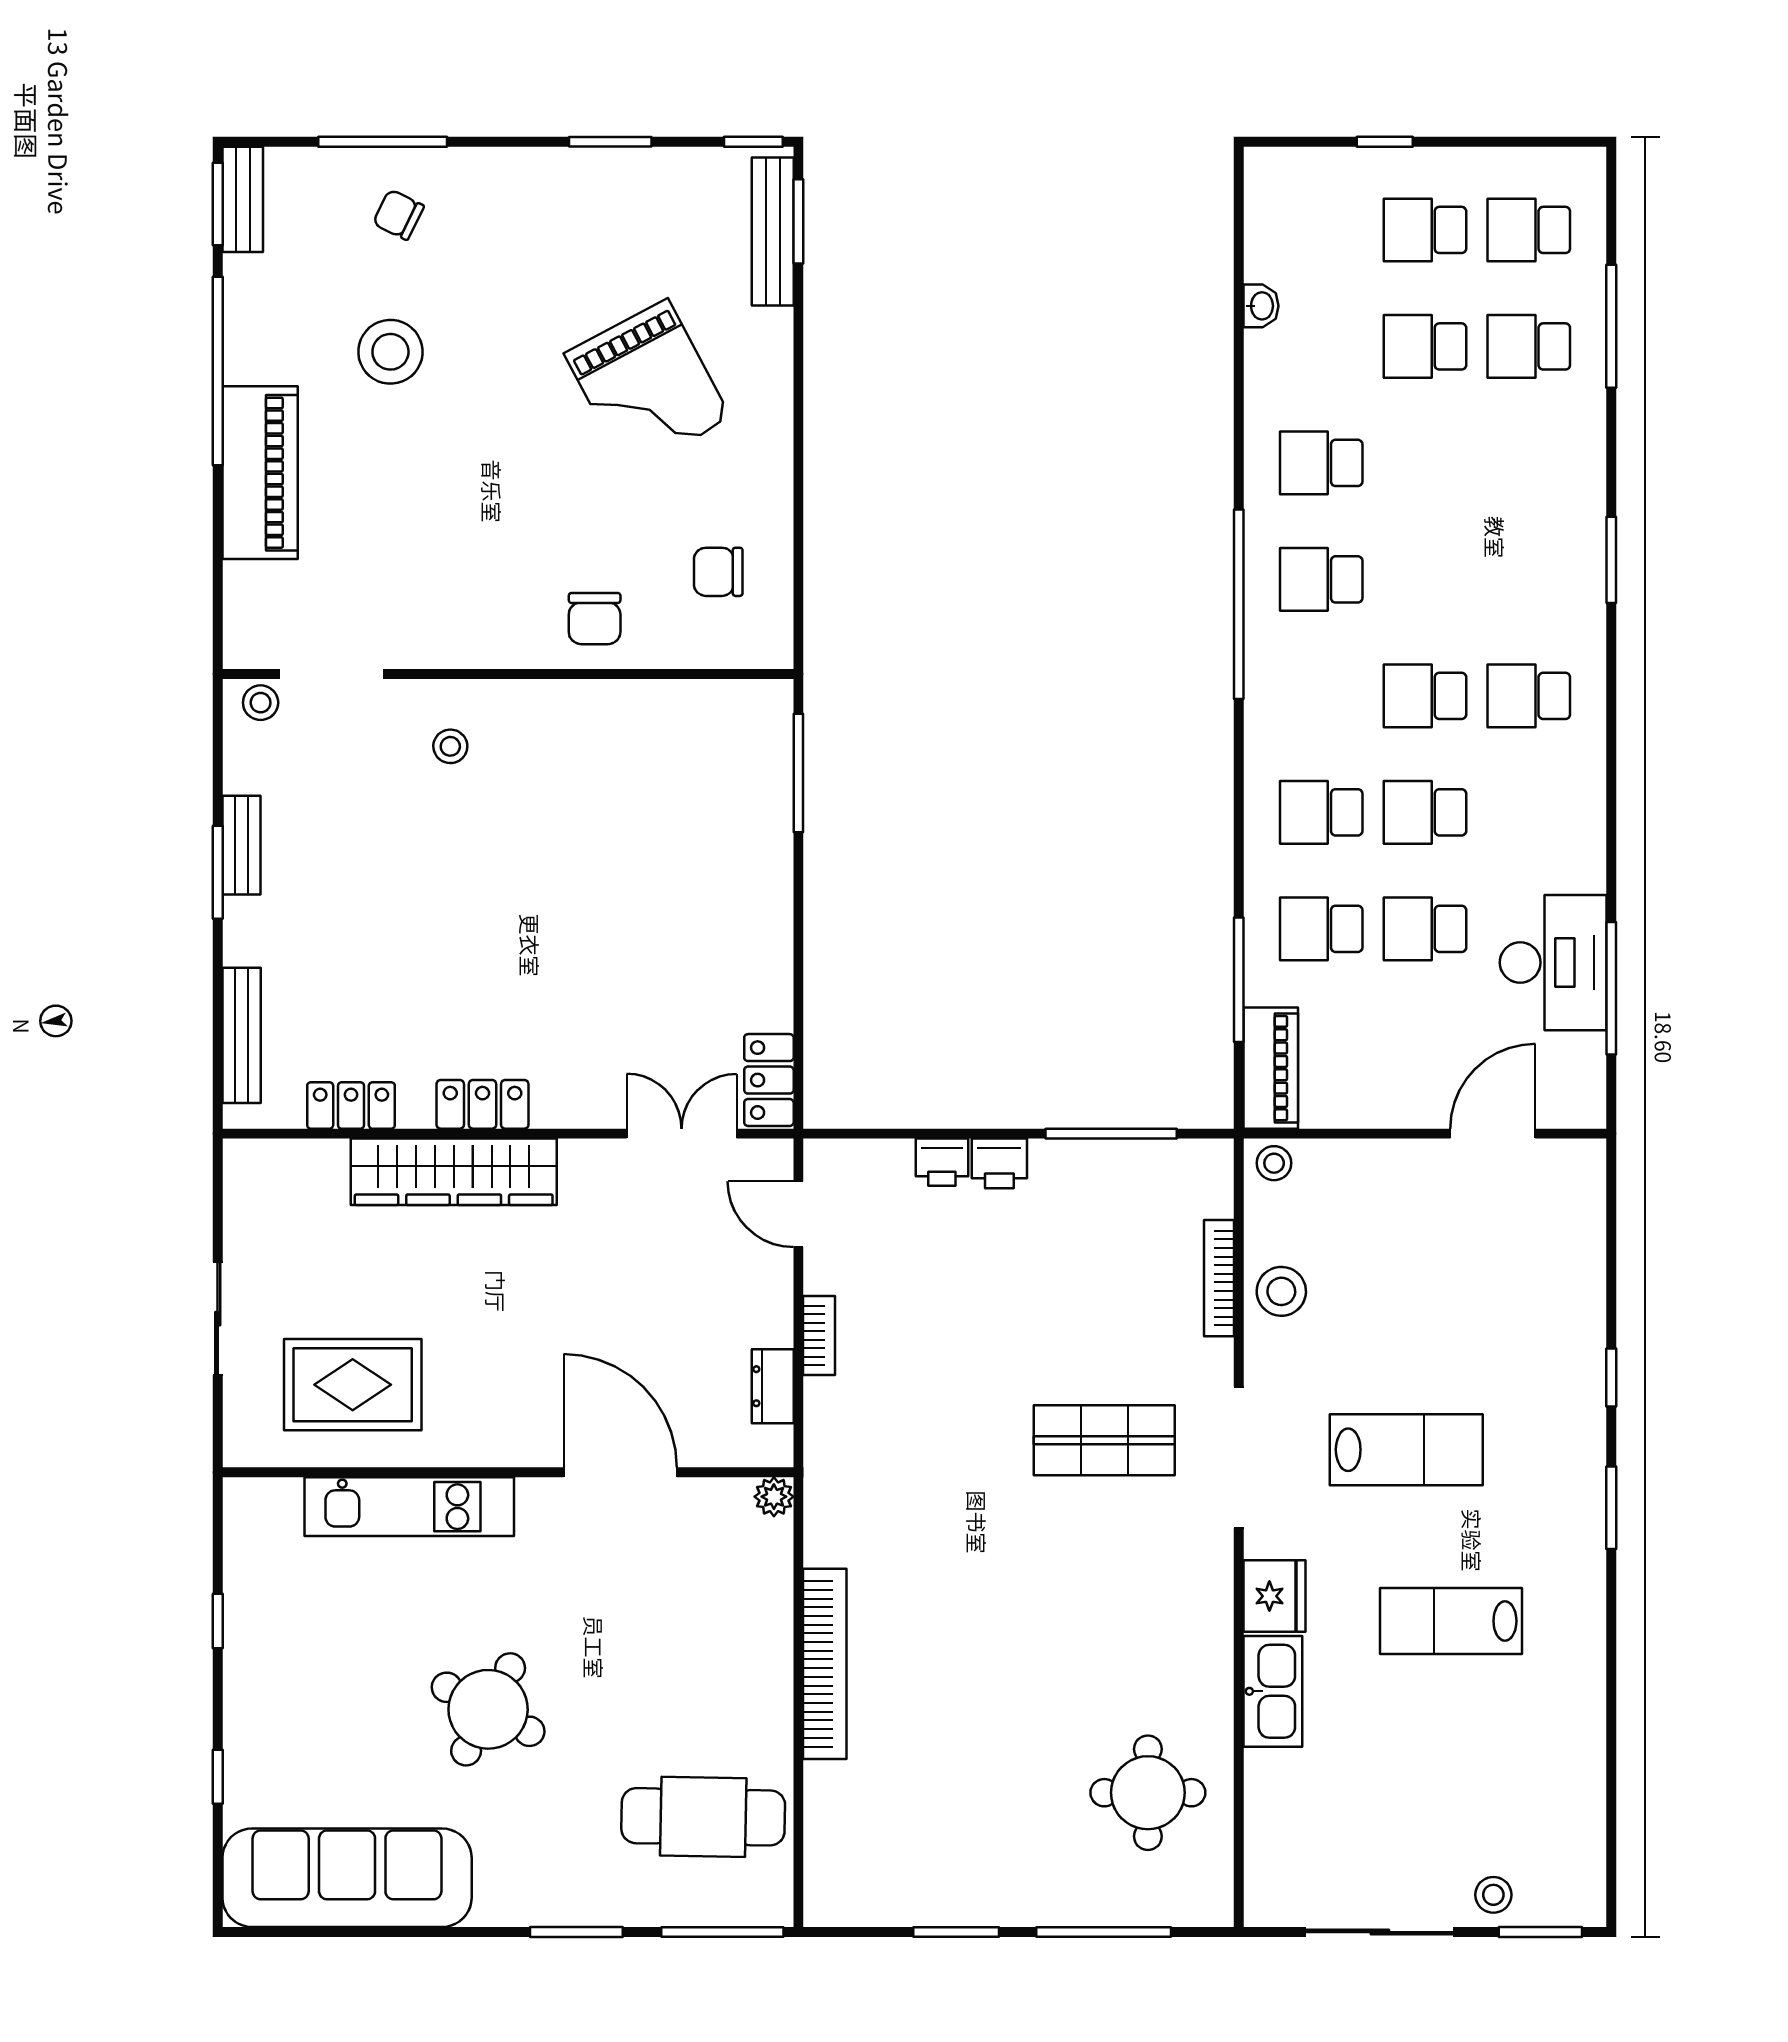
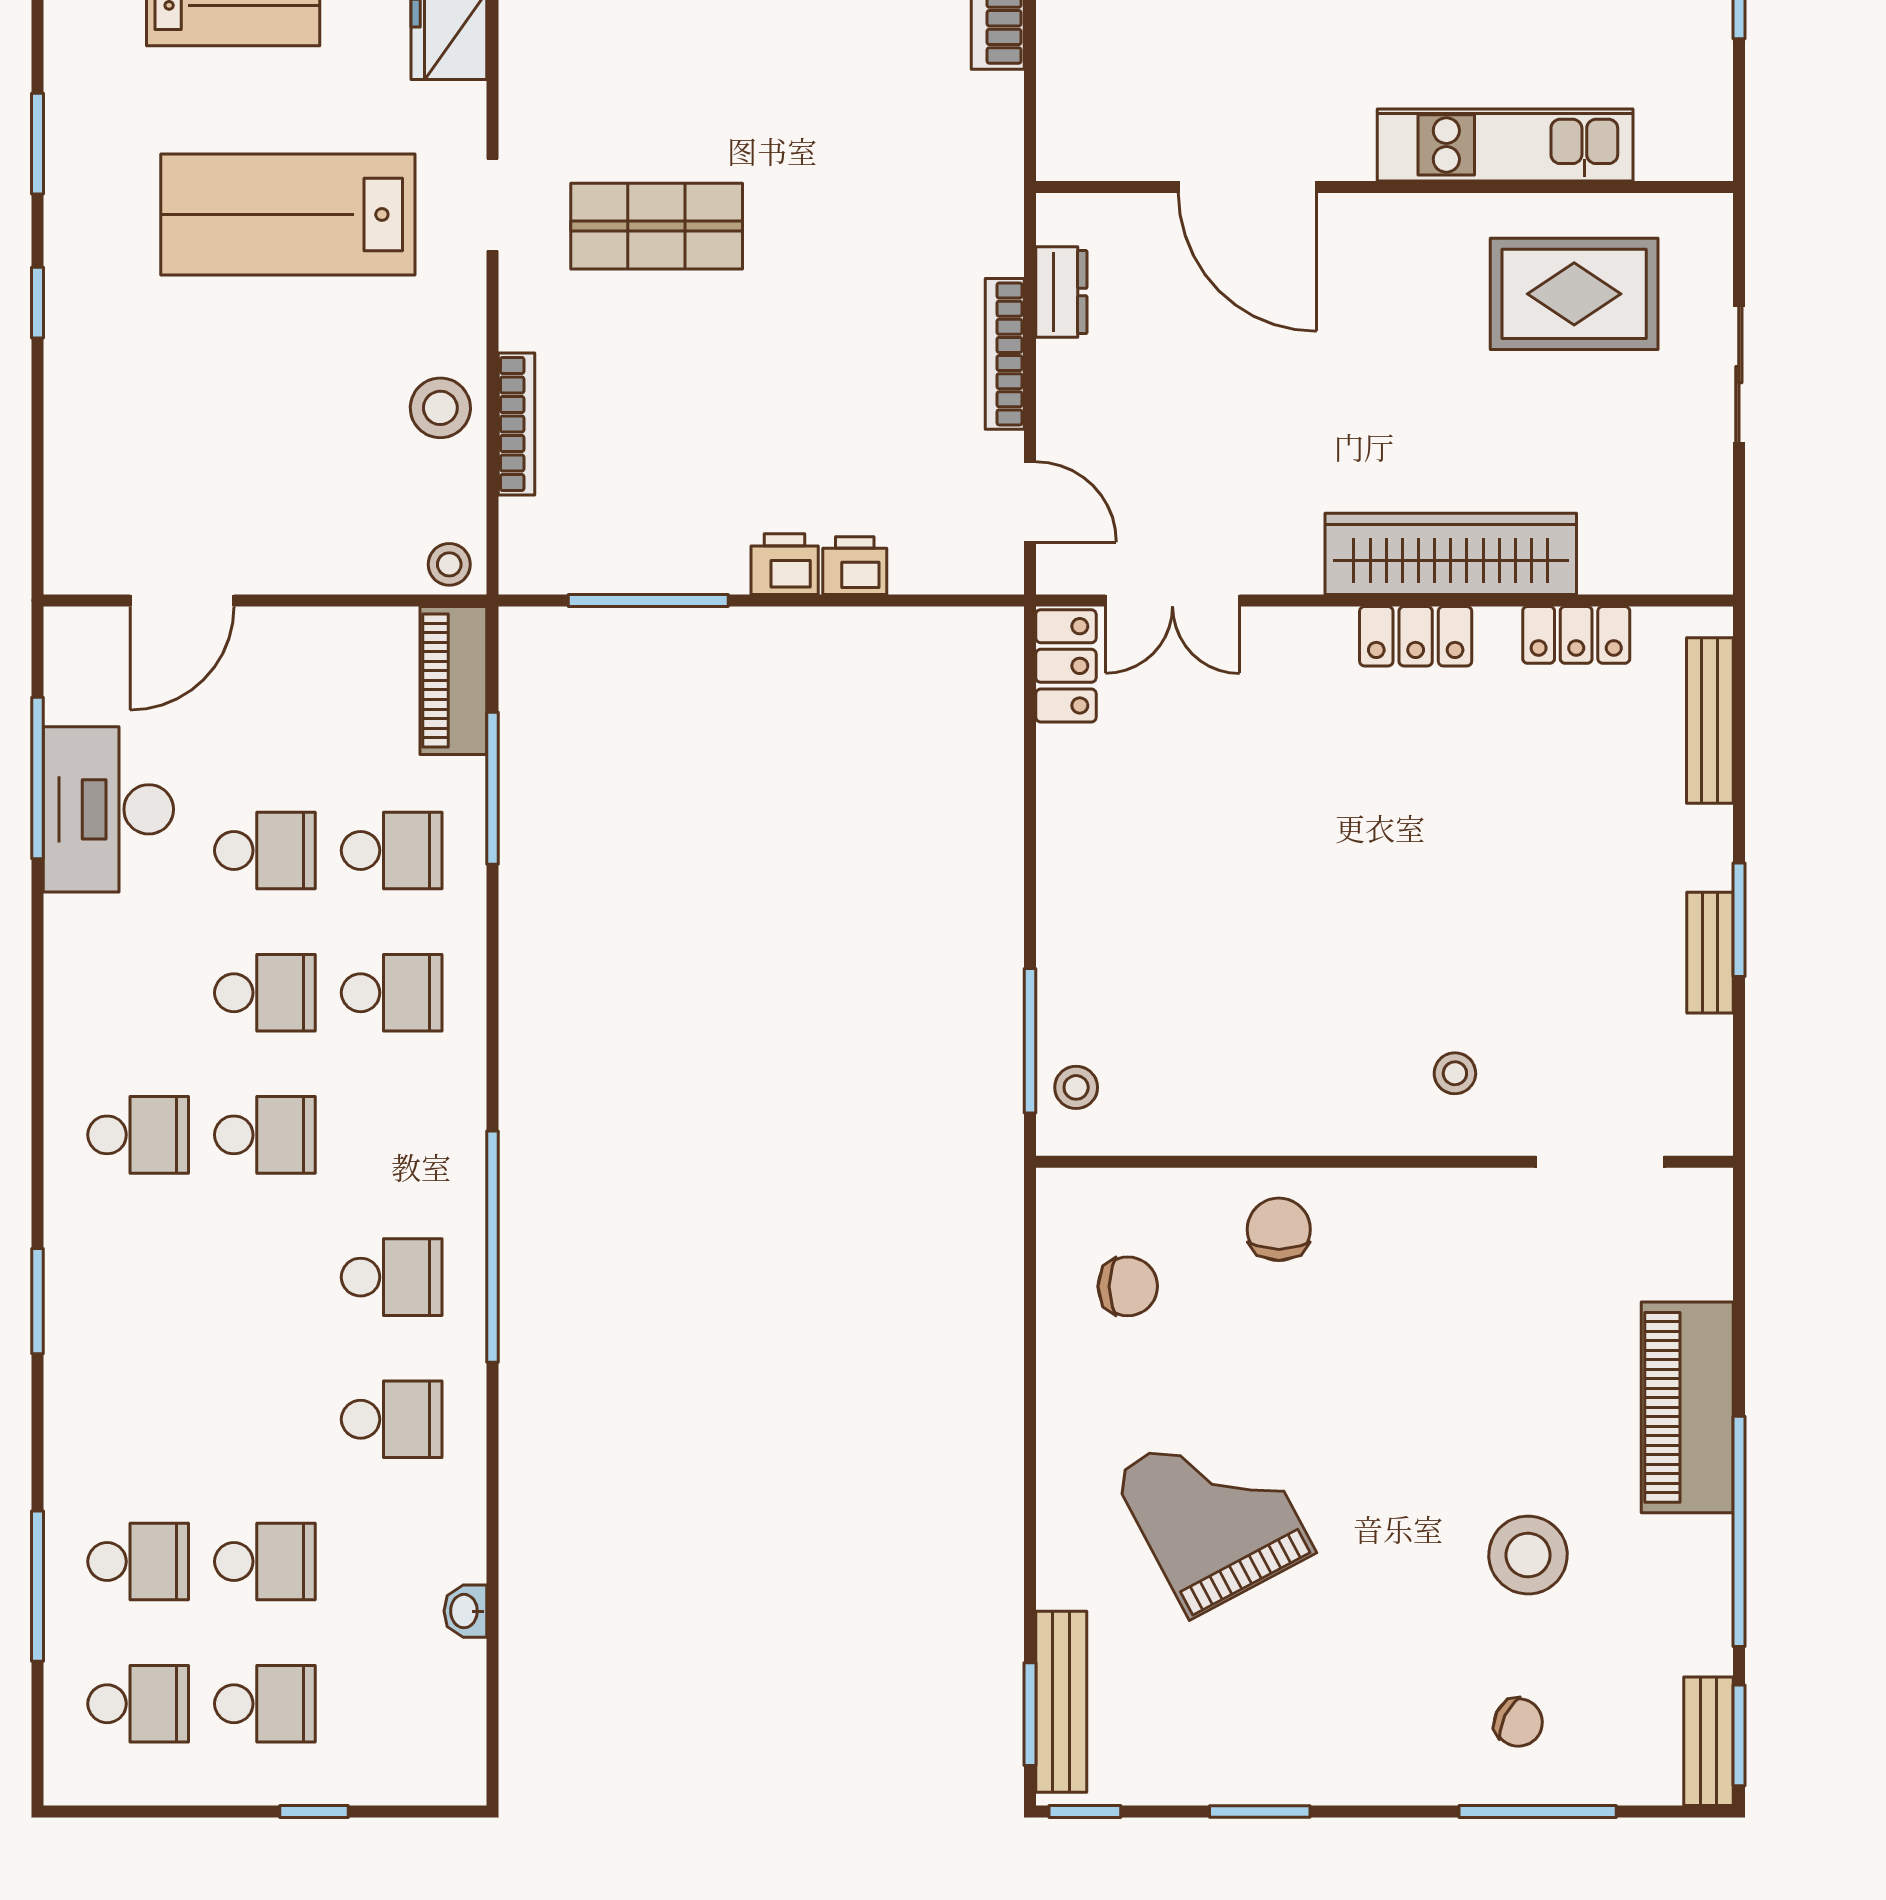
stool: (261, 703) -> (1076, 1087), moved
bookcase: (819, 1336) -> (1005, 354), width x1.56
lab bench: (1406, 1450) -> (288, 214), width x1.36, depth x1.39
doorway: (1239, 1457) -> (492, 205), width x0.53
plant: (774, 1497) -> (1060, 157), removed

